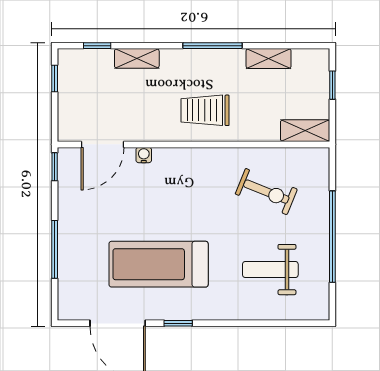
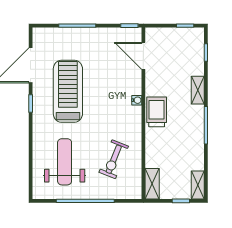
shelving: (137, 58) -> (198, 90), moved
shelving: (269, 59) -> (198, 185), moved
trolley: (205, 110) -> (157, 112), moved
water cooler: (144, 155) -> (137, 100), moved
weight bench: (270, 270) -> (65, 162), width x1.36, depth x1.33

